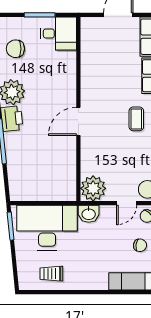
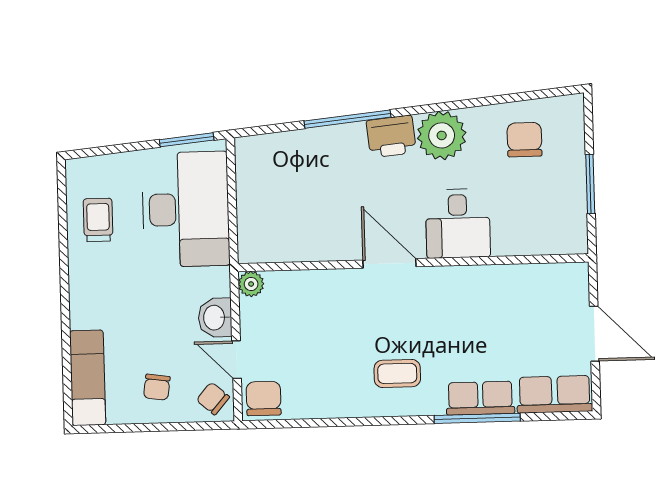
desk: (58, 34) -> (458, 224), moved
plant: (93, 188) -> (251, 284), width x0.53, depth x0.53
washbasin: (89, 214) -> (215, 318), moved

